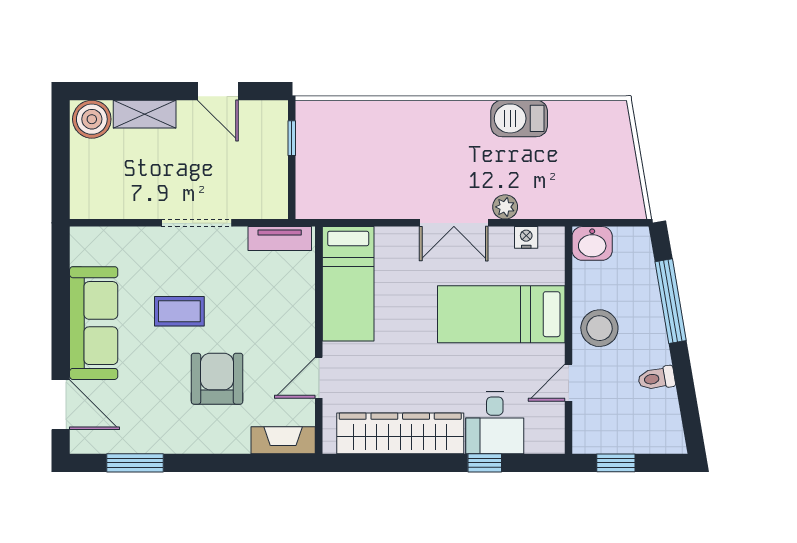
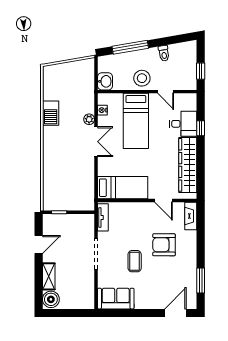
sofa: (94, 323) -> (116, 299), moved, width x0.73

